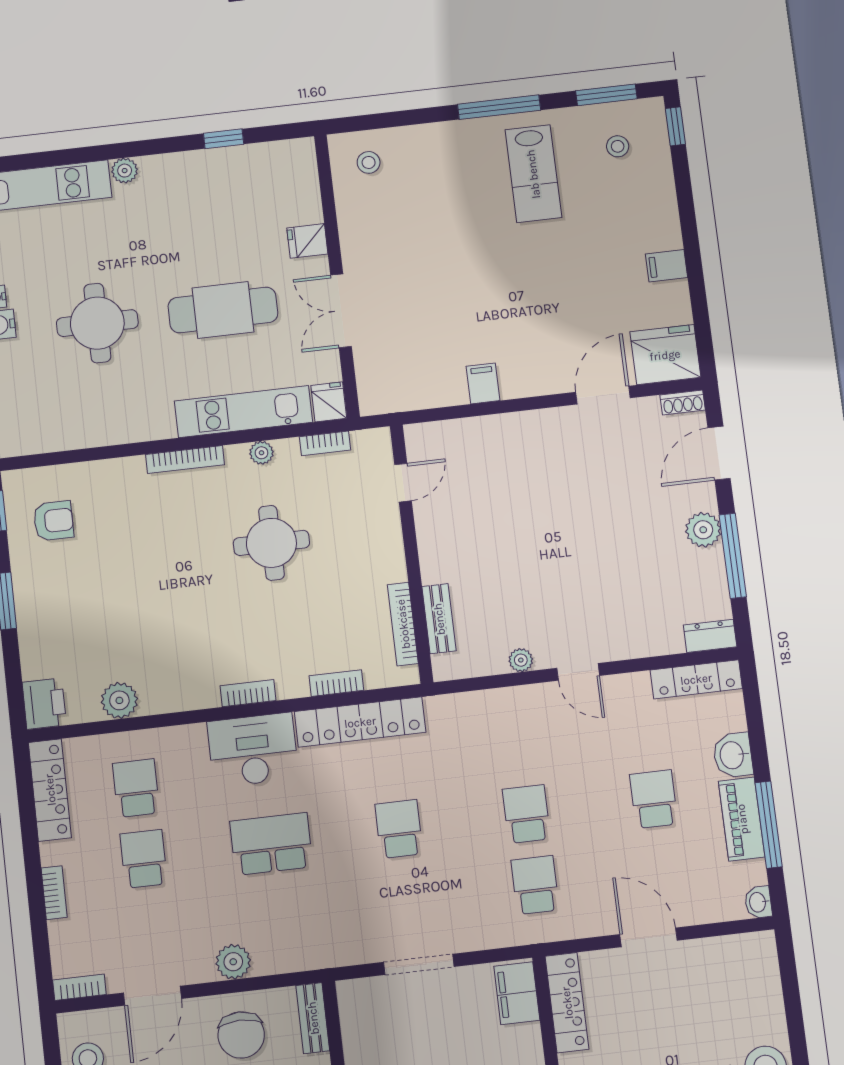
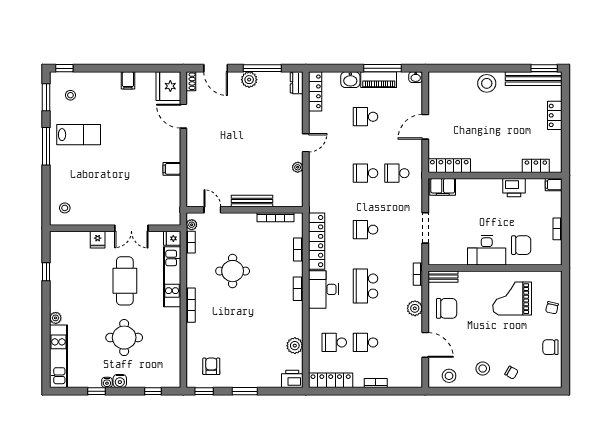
plant: (261, 453) -> (192, 225), moved
bench: (439, 619) -> (252, 201), moved, width x1.36
bookcase: (79, 987) -> (418, 274), moved

